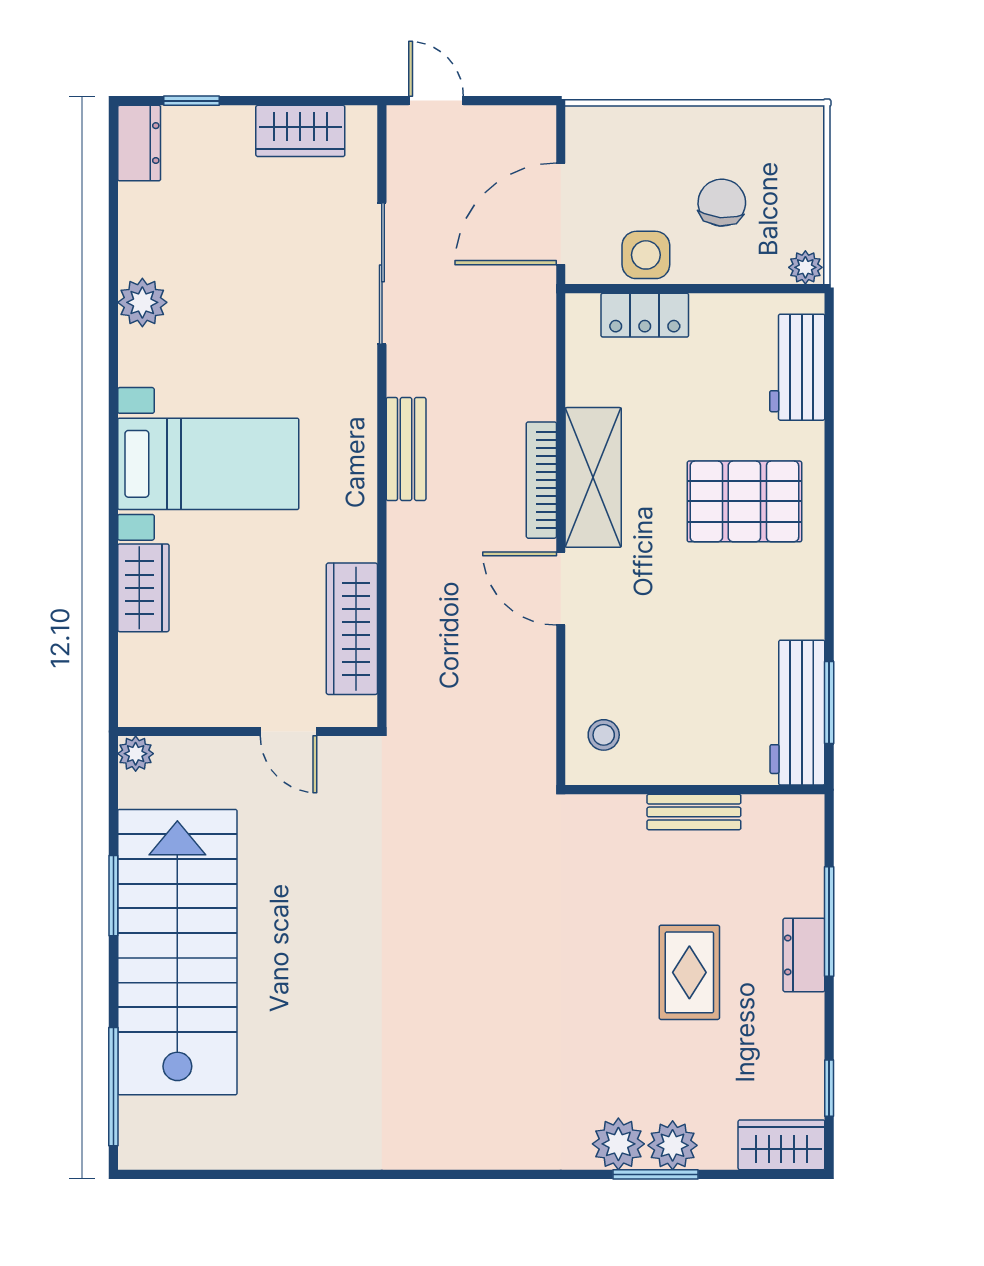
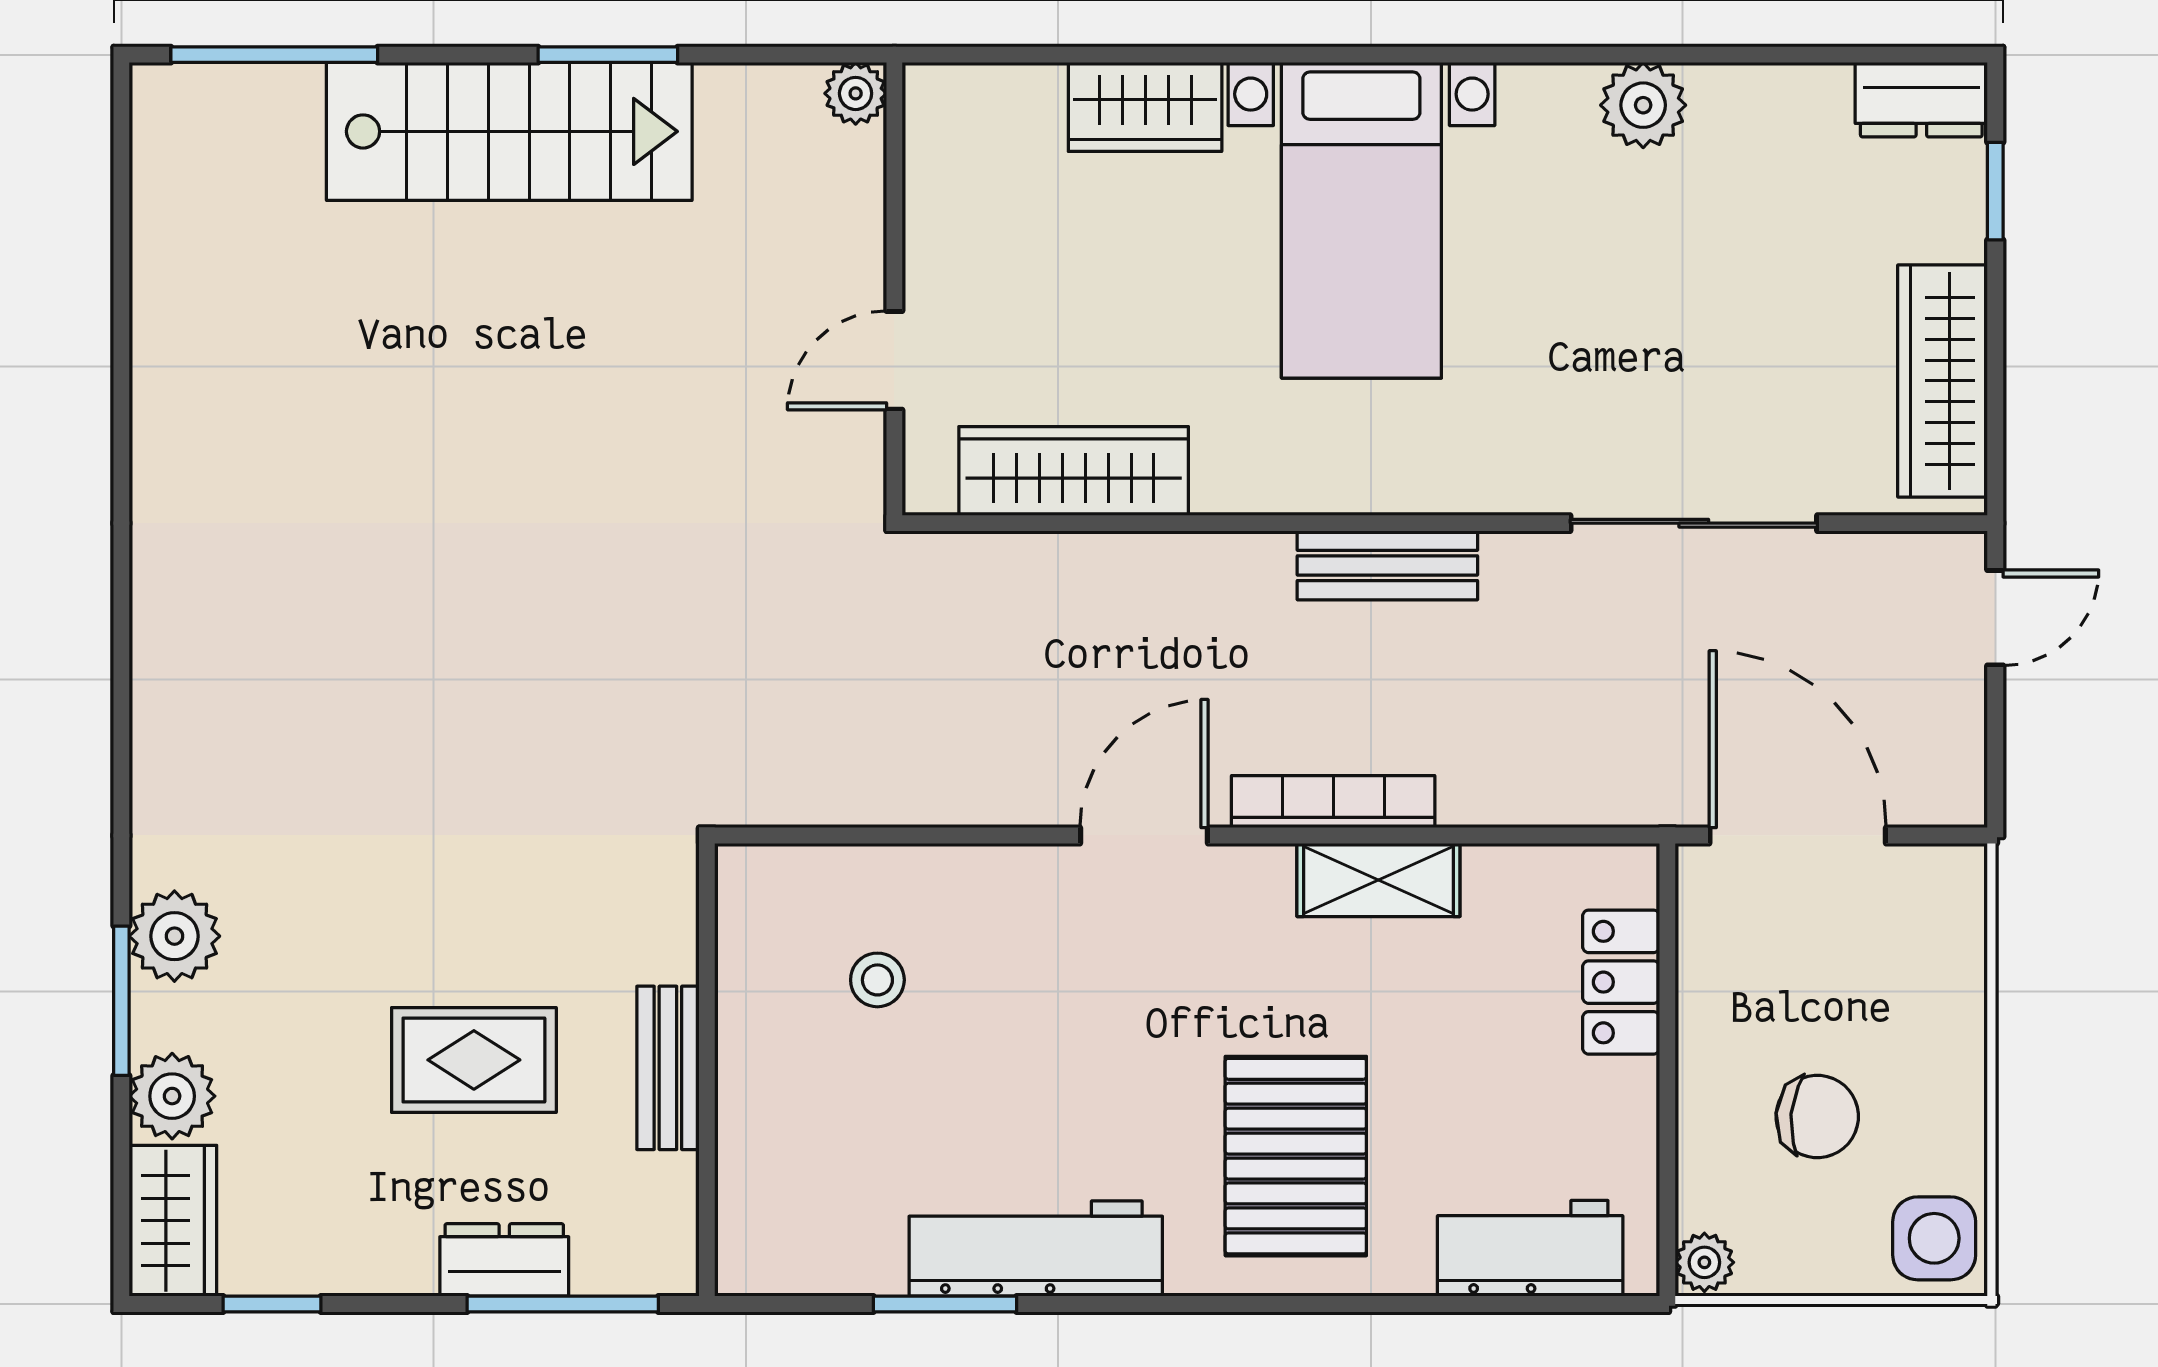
wardrobe: (300, 131) -> (1943, 381), width x1.50
side table: (646, 255) -> (1934, 1238), moved
shelving: (593, 477) -> (1378, 880), width x0.67, depth x0.75
workbench: (797, 713) -> (1036, 1249), moved
stool: (604, 735) -> (877, 980), moved
wall: (695, 790) -> (707, 1070), moved
bench: (694, 812) -> (668, 1068), moved
stairs: (177, 952) -> (509, 131), width x0.73, depth x0.66
plant: (673, 1145) -> (172, 1096), moved

